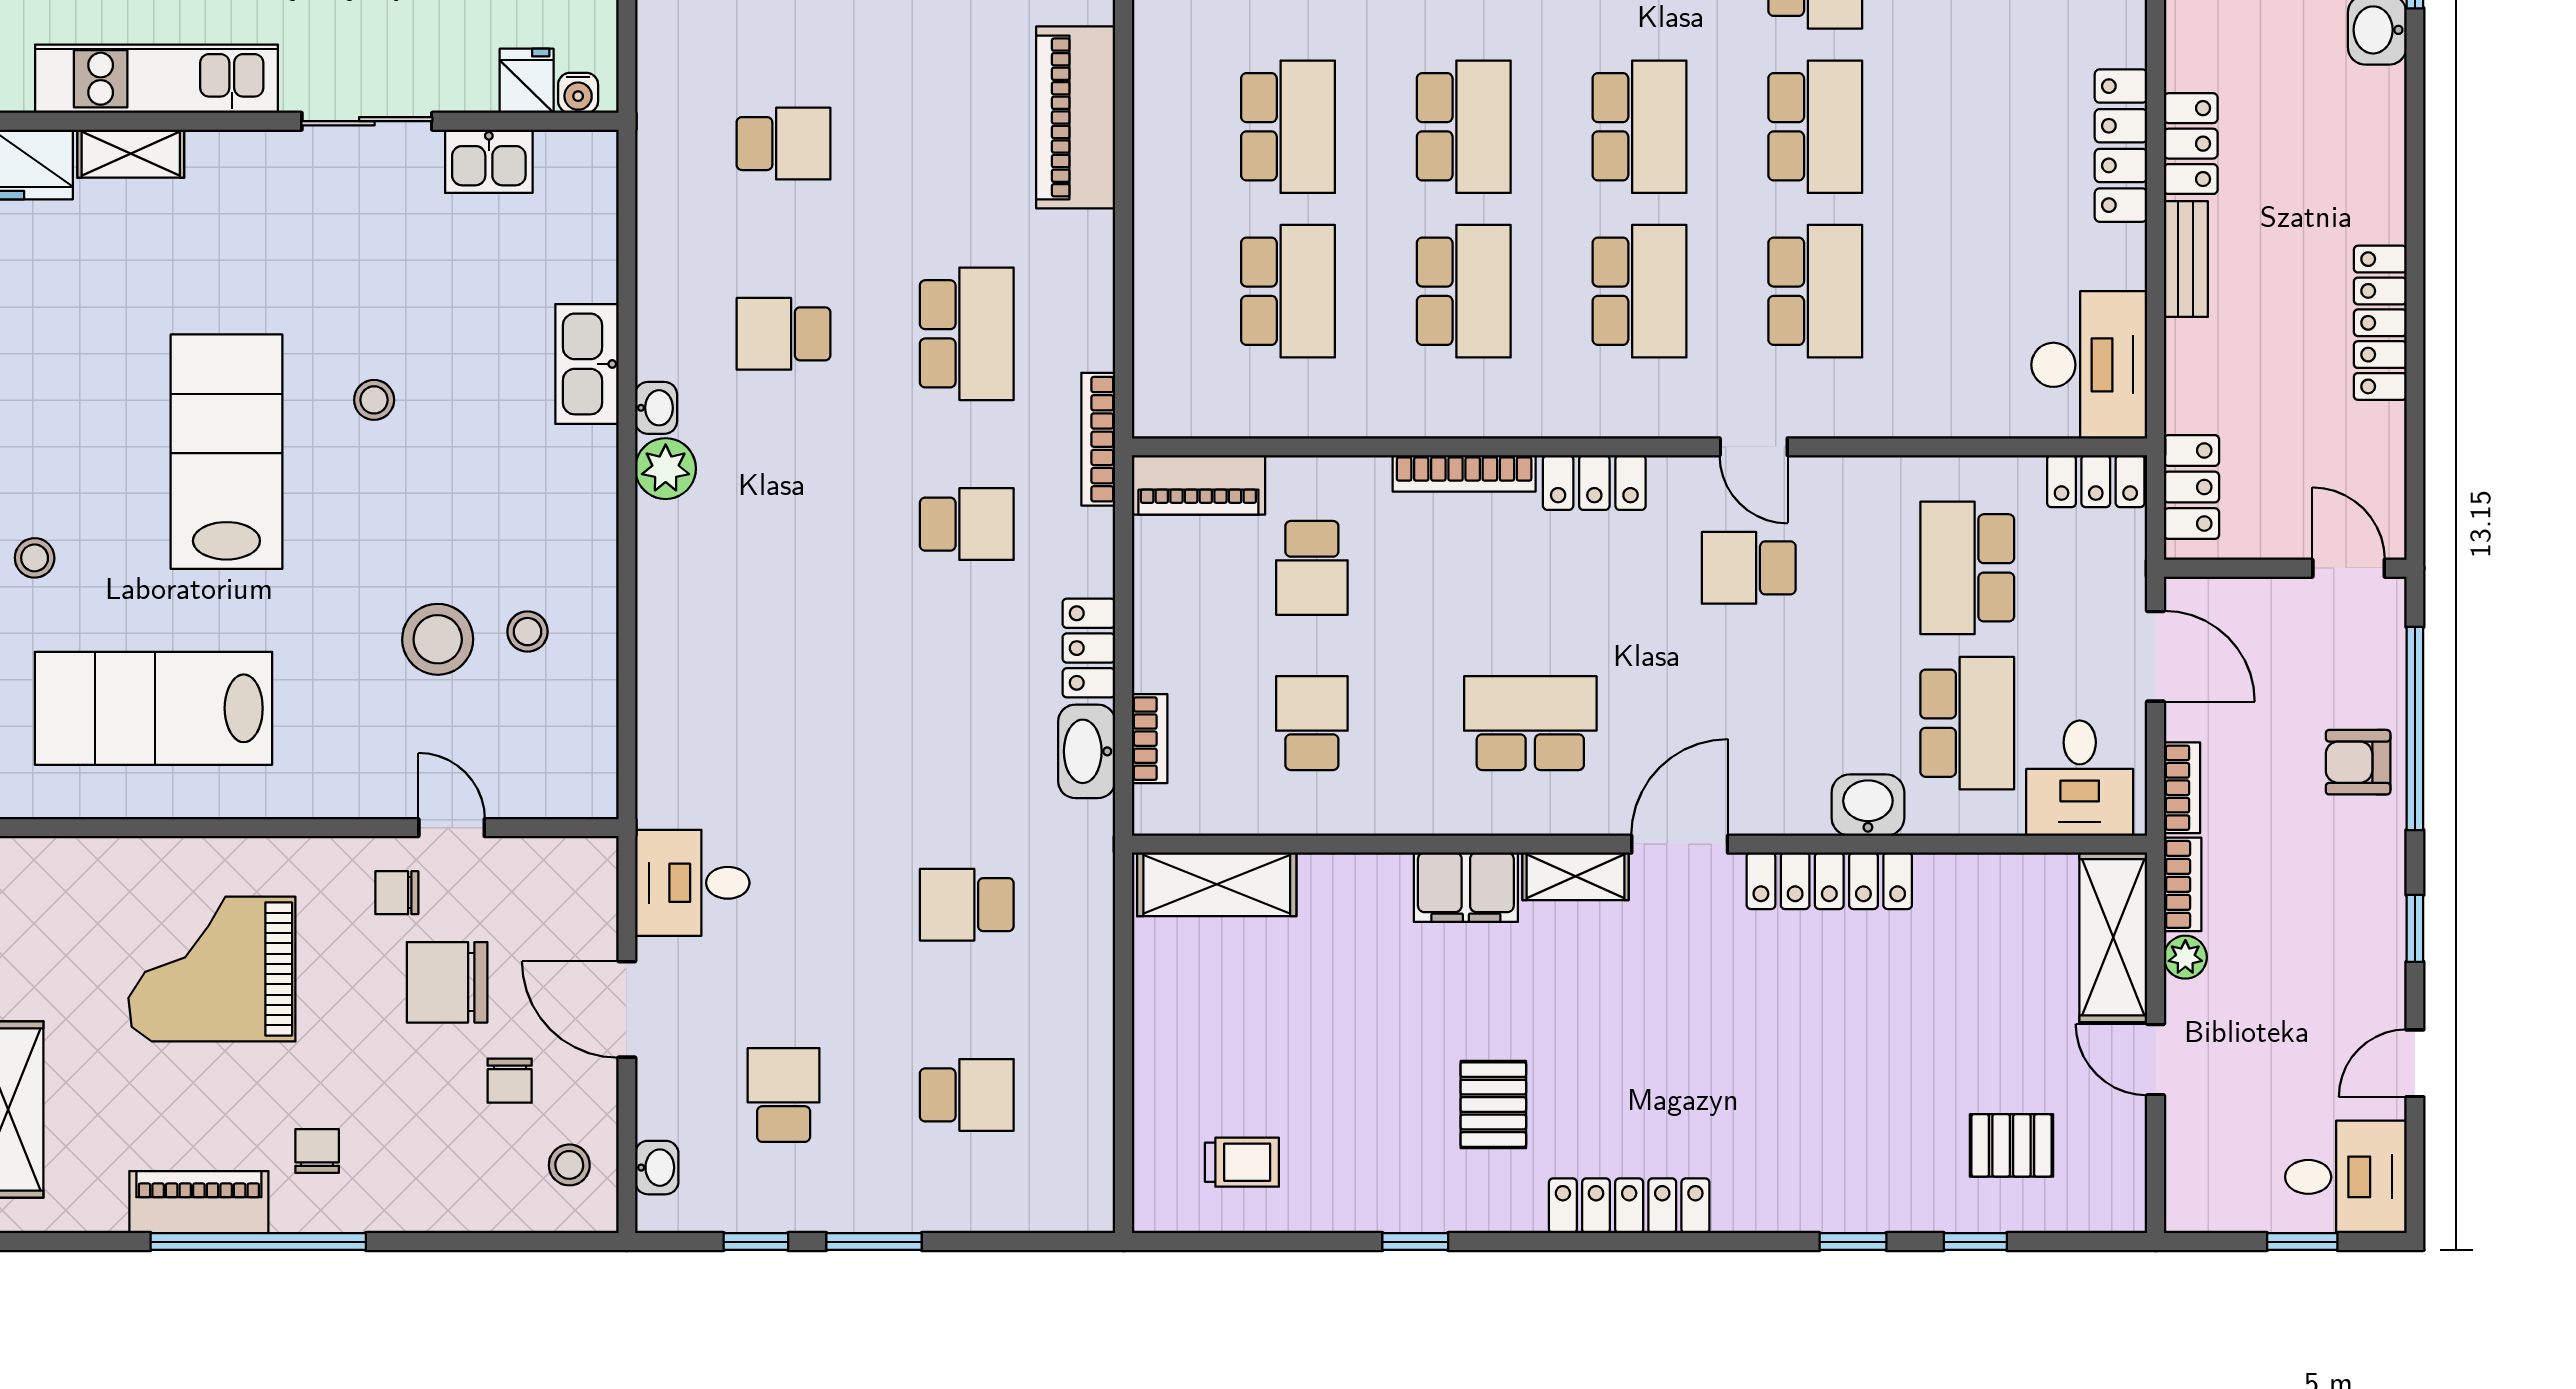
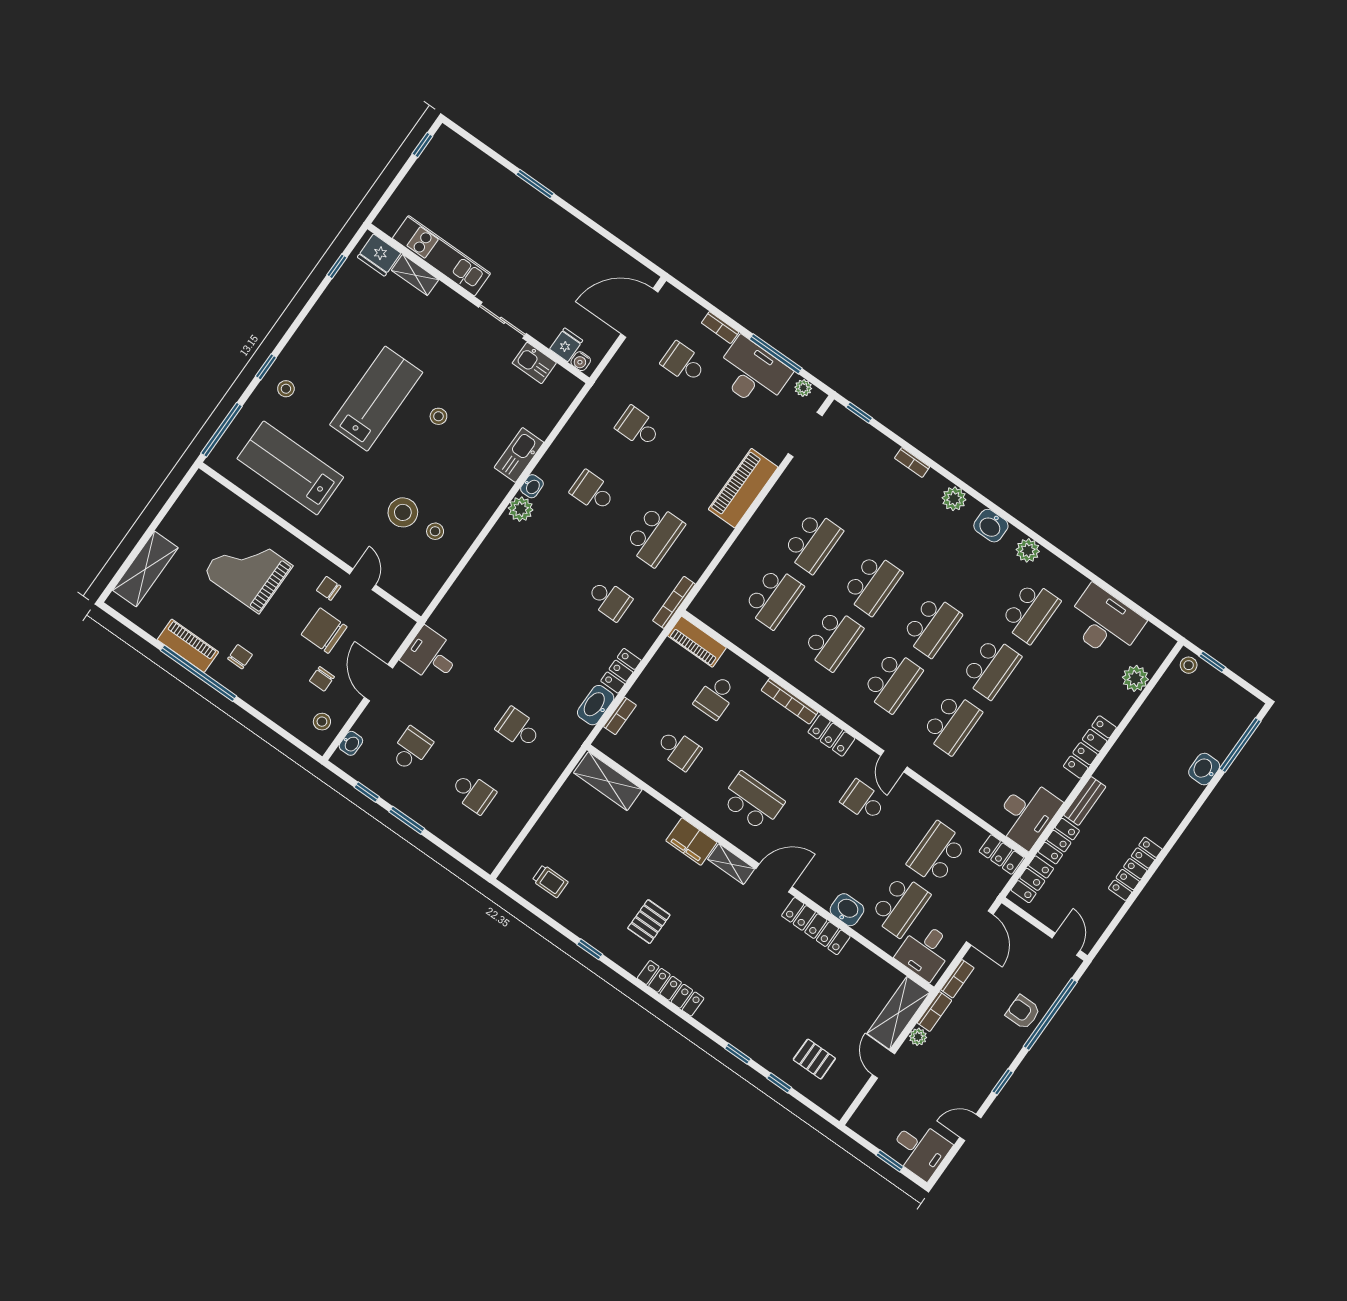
school desk: (784, 144) -> (638, 427), turned 180
locker: (2191, 144) -> (1059, 841), moved
school desk: (1312, 723) -> (678, 749), turned 90

